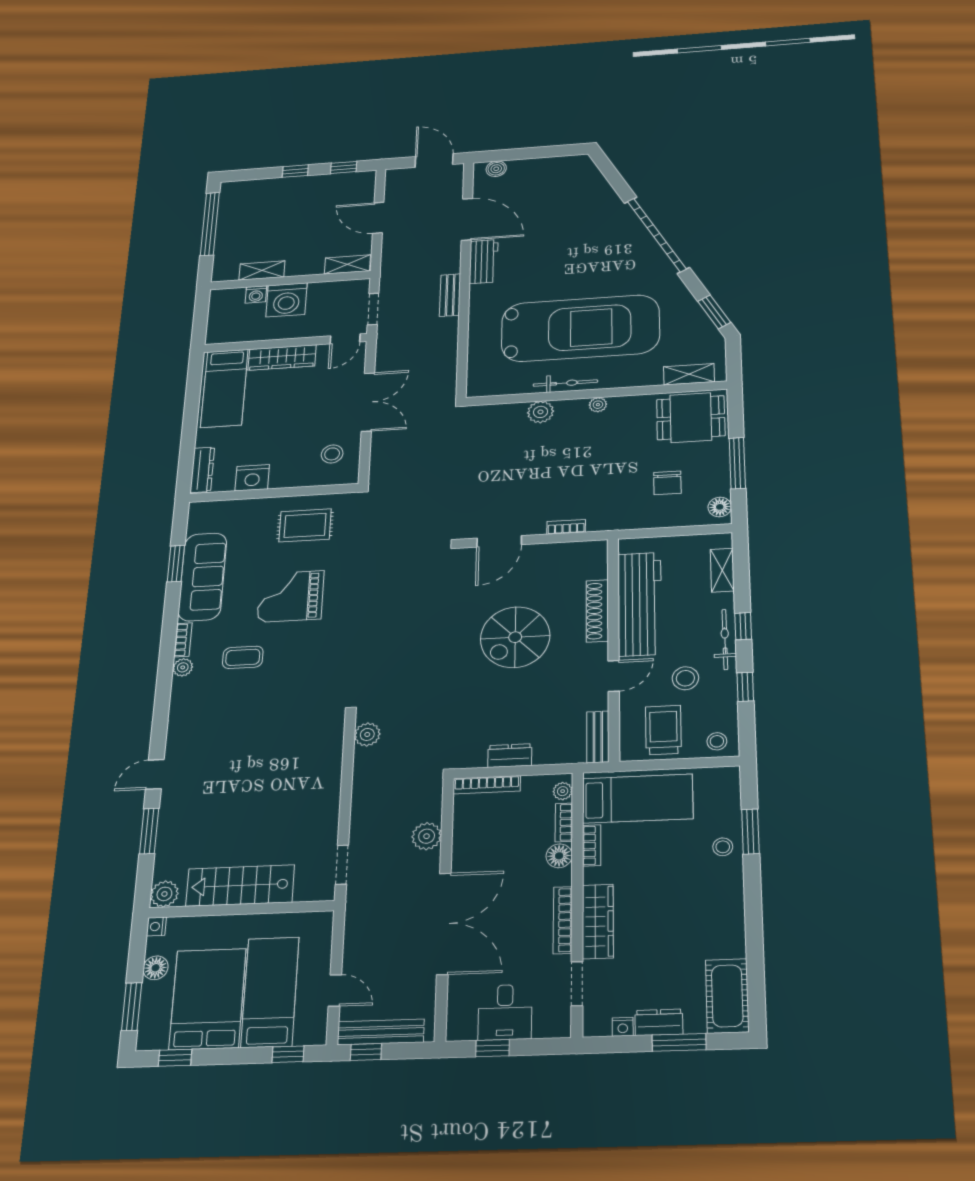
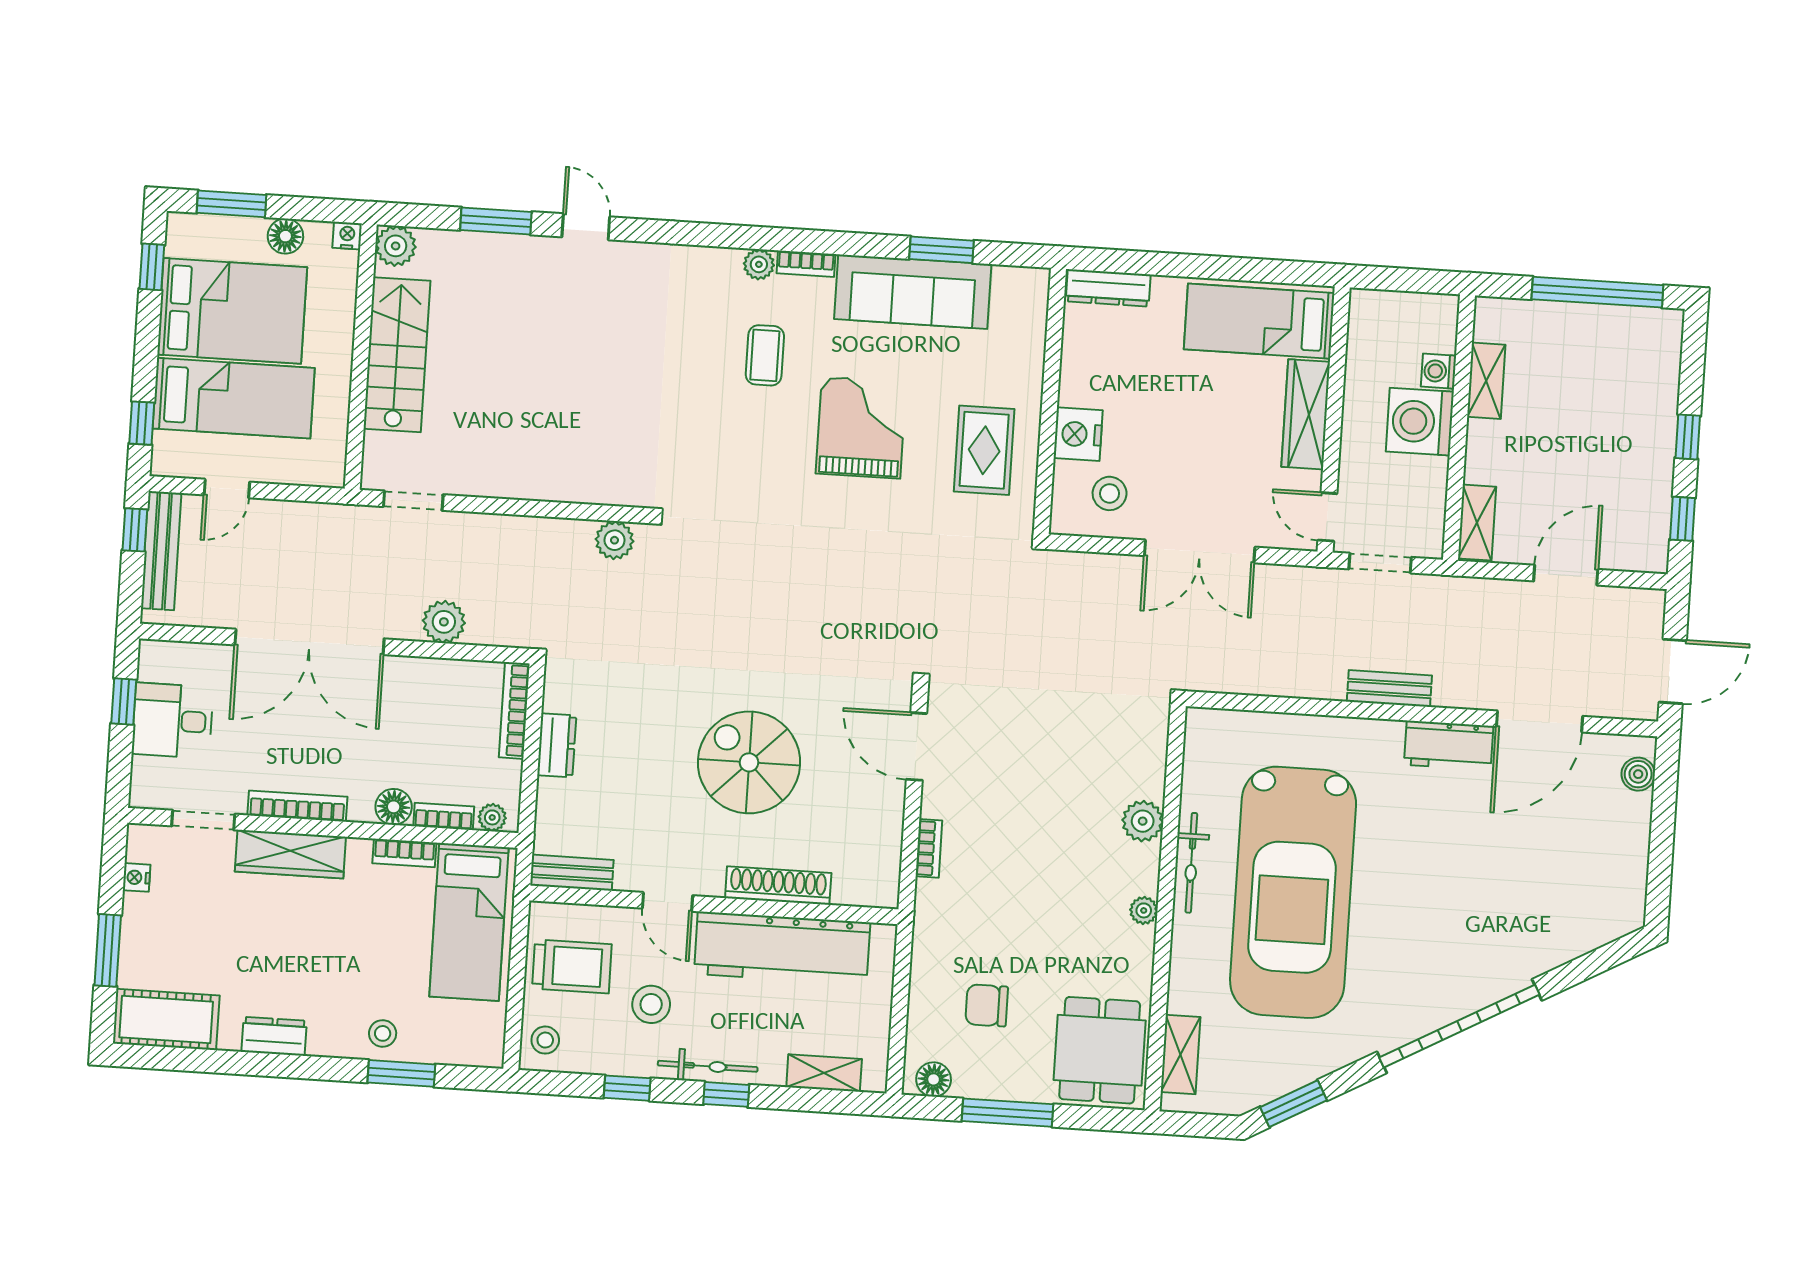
nightstand: (252, 478) -> (1078, 434), moved
dresser: (659, 1022) -> (274, 1036), moved, turned -90

